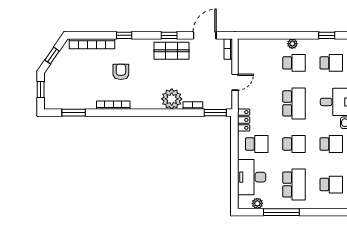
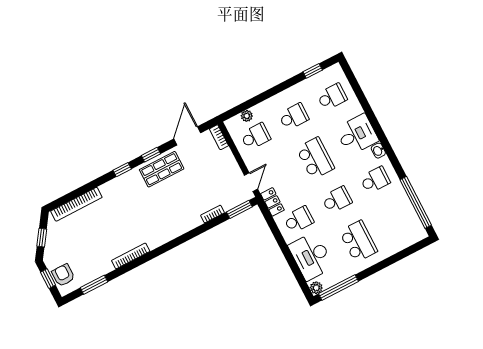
window: (124, 35) -> (122, 170), moved
plant: (292, 44) -> (247, 116), moved
armchair: (121, 72) -> (63, 275), moved
door: (235, 82) -> (251, 182), moved
plant: (172, 99) -> (187, 219), removed
school desk: (331, 185) -> (255, 136), moved
plant: (257, 203) -> (316, 288), moved
window: (281, 212) -> (339, 288), moved

